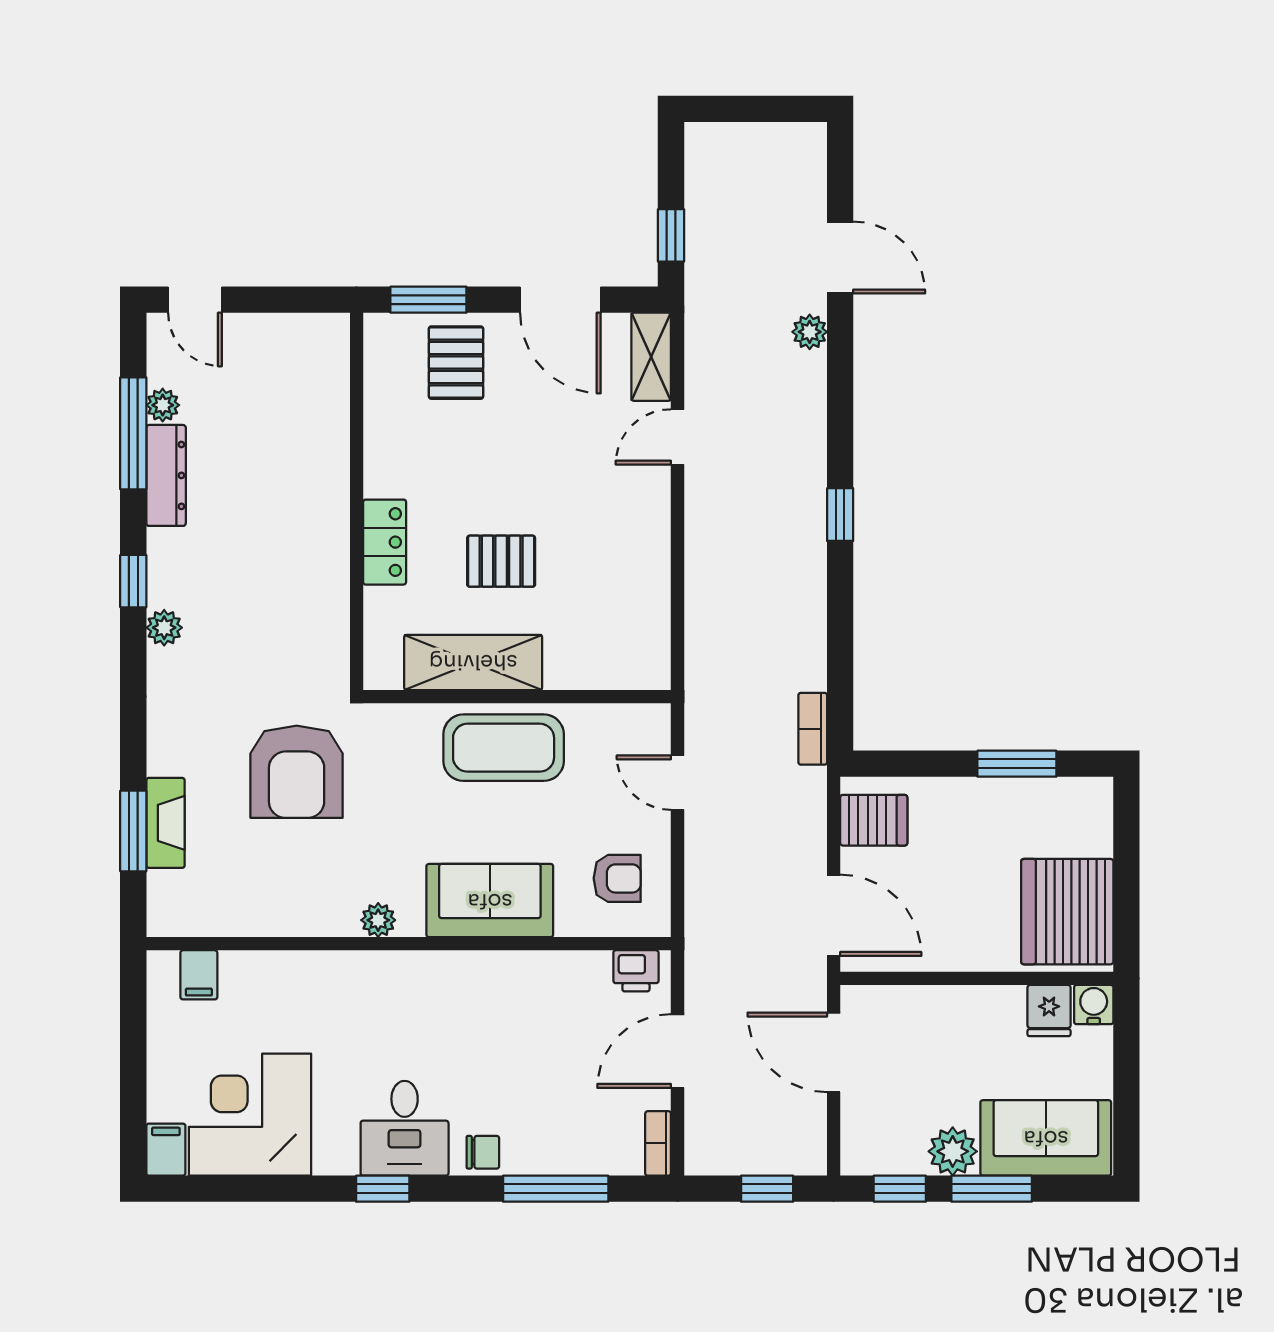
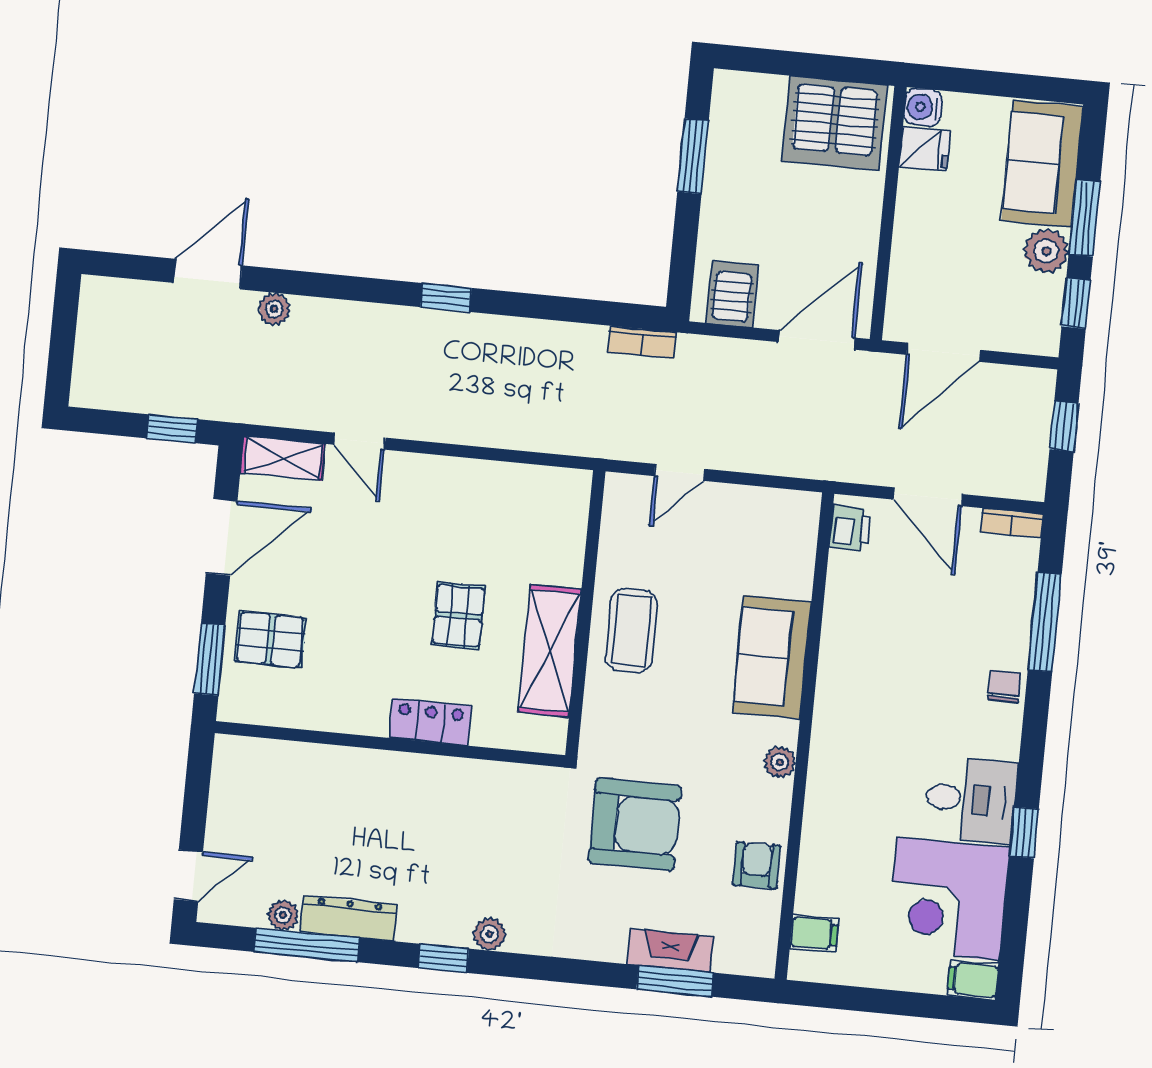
coffee table: (504, 748) -> (631, 630), width x0.73, depth x0.76
armchair: (617, 878) -> (757, 865), moved
desk: (405, 1128) -> (971, 799), moved
window: (383, 1189) -> (1024, 833), moved

